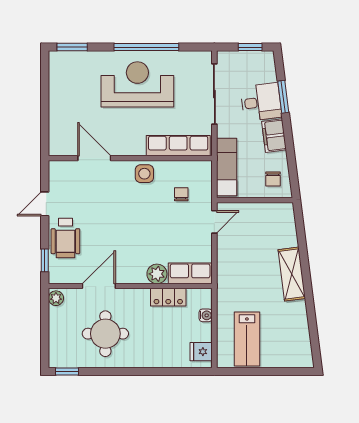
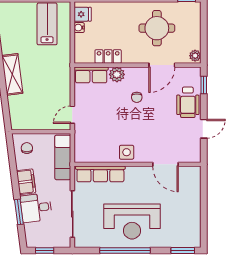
chair: (181, 194) -> (137, 97), moved
wheelchair: (65, 238) -> (188, 102), turned 180
water cooler: (206, 315) -> (79, 28), moved

